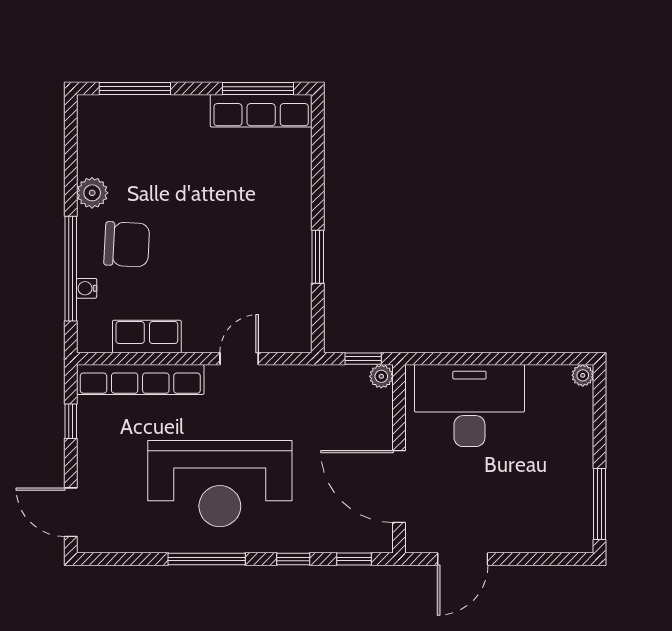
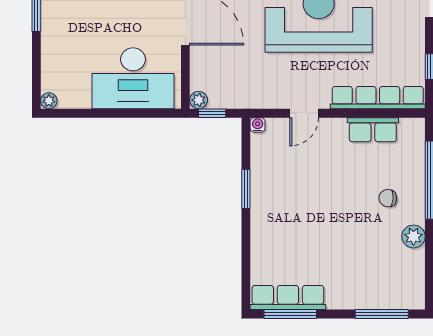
chair: (127, 244) -> (388, 198), width x0.54, depth x0.54
water cooler: (87, 288) -> (258, 125), moved, turned -90

